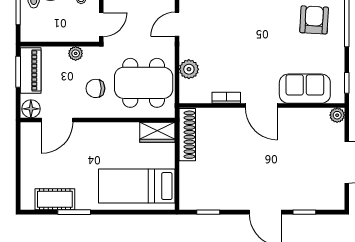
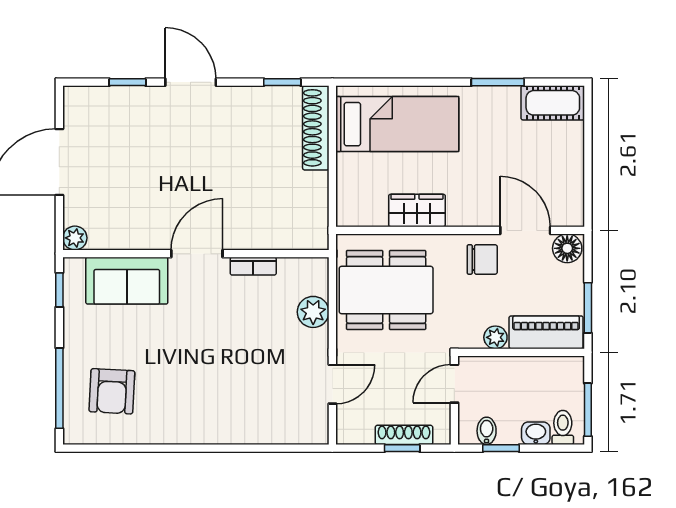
piano: (31, 70) -> (546, 332), moved, turned 90
chair: (95, 88) -> (482, 259), moved
door: (261, 106) -> (197, 254), hinge flipped
door: (57, 120) -> (525, 230), hinge flipped
wardrobe: (157, 132) -> (417, 210), moved
shoe rack: (187, 135) -> (316, 128), moved
cot: (55, 199) -> (553, 103), moved

